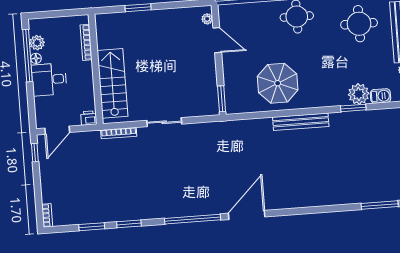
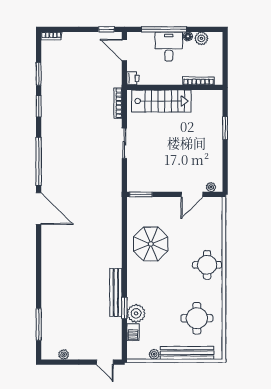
window: (28, 56) -> (164, 29), moved
bench: (301, 122) -> (116, 292), moved

